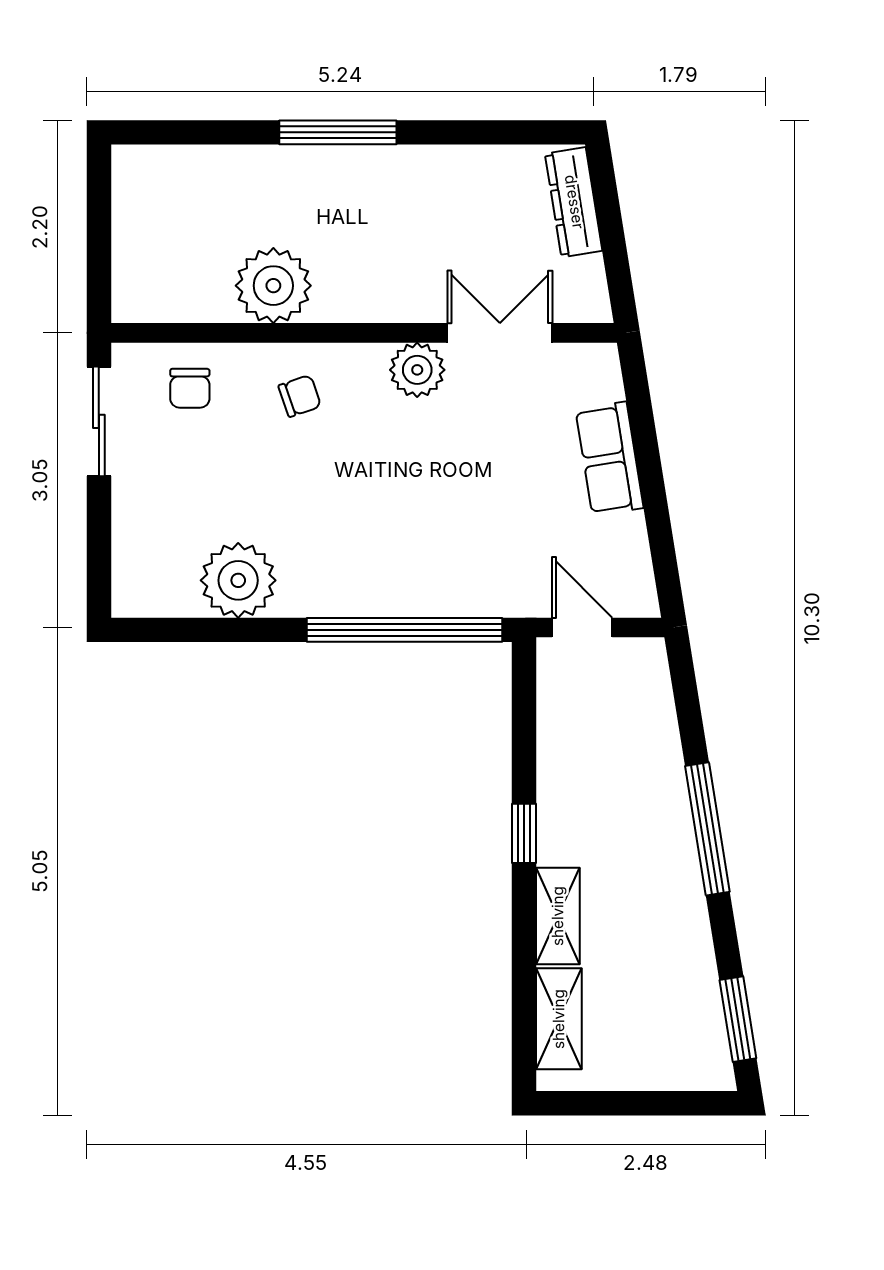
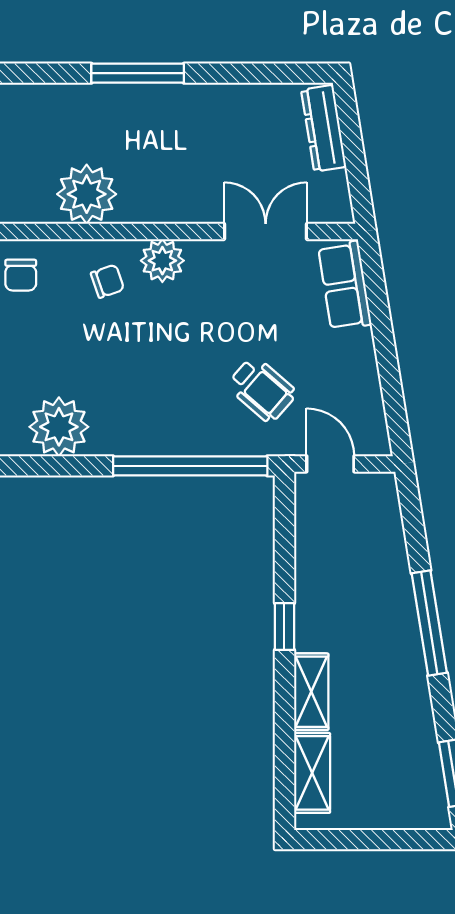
plant: (417, 370) -> (162, 261), moved
row of seats: (609, 459) -> (345, 286), moved
wheelchair: (495, 533) -> (262, 389), added

